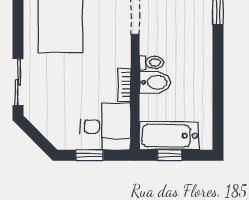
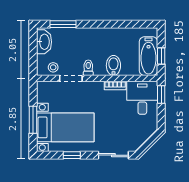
window: (18, 19) -> (72, 155), added
toilet: (152, 62) -> (88, 68), moved
window: (90, 155) -> (161, 94), moved

